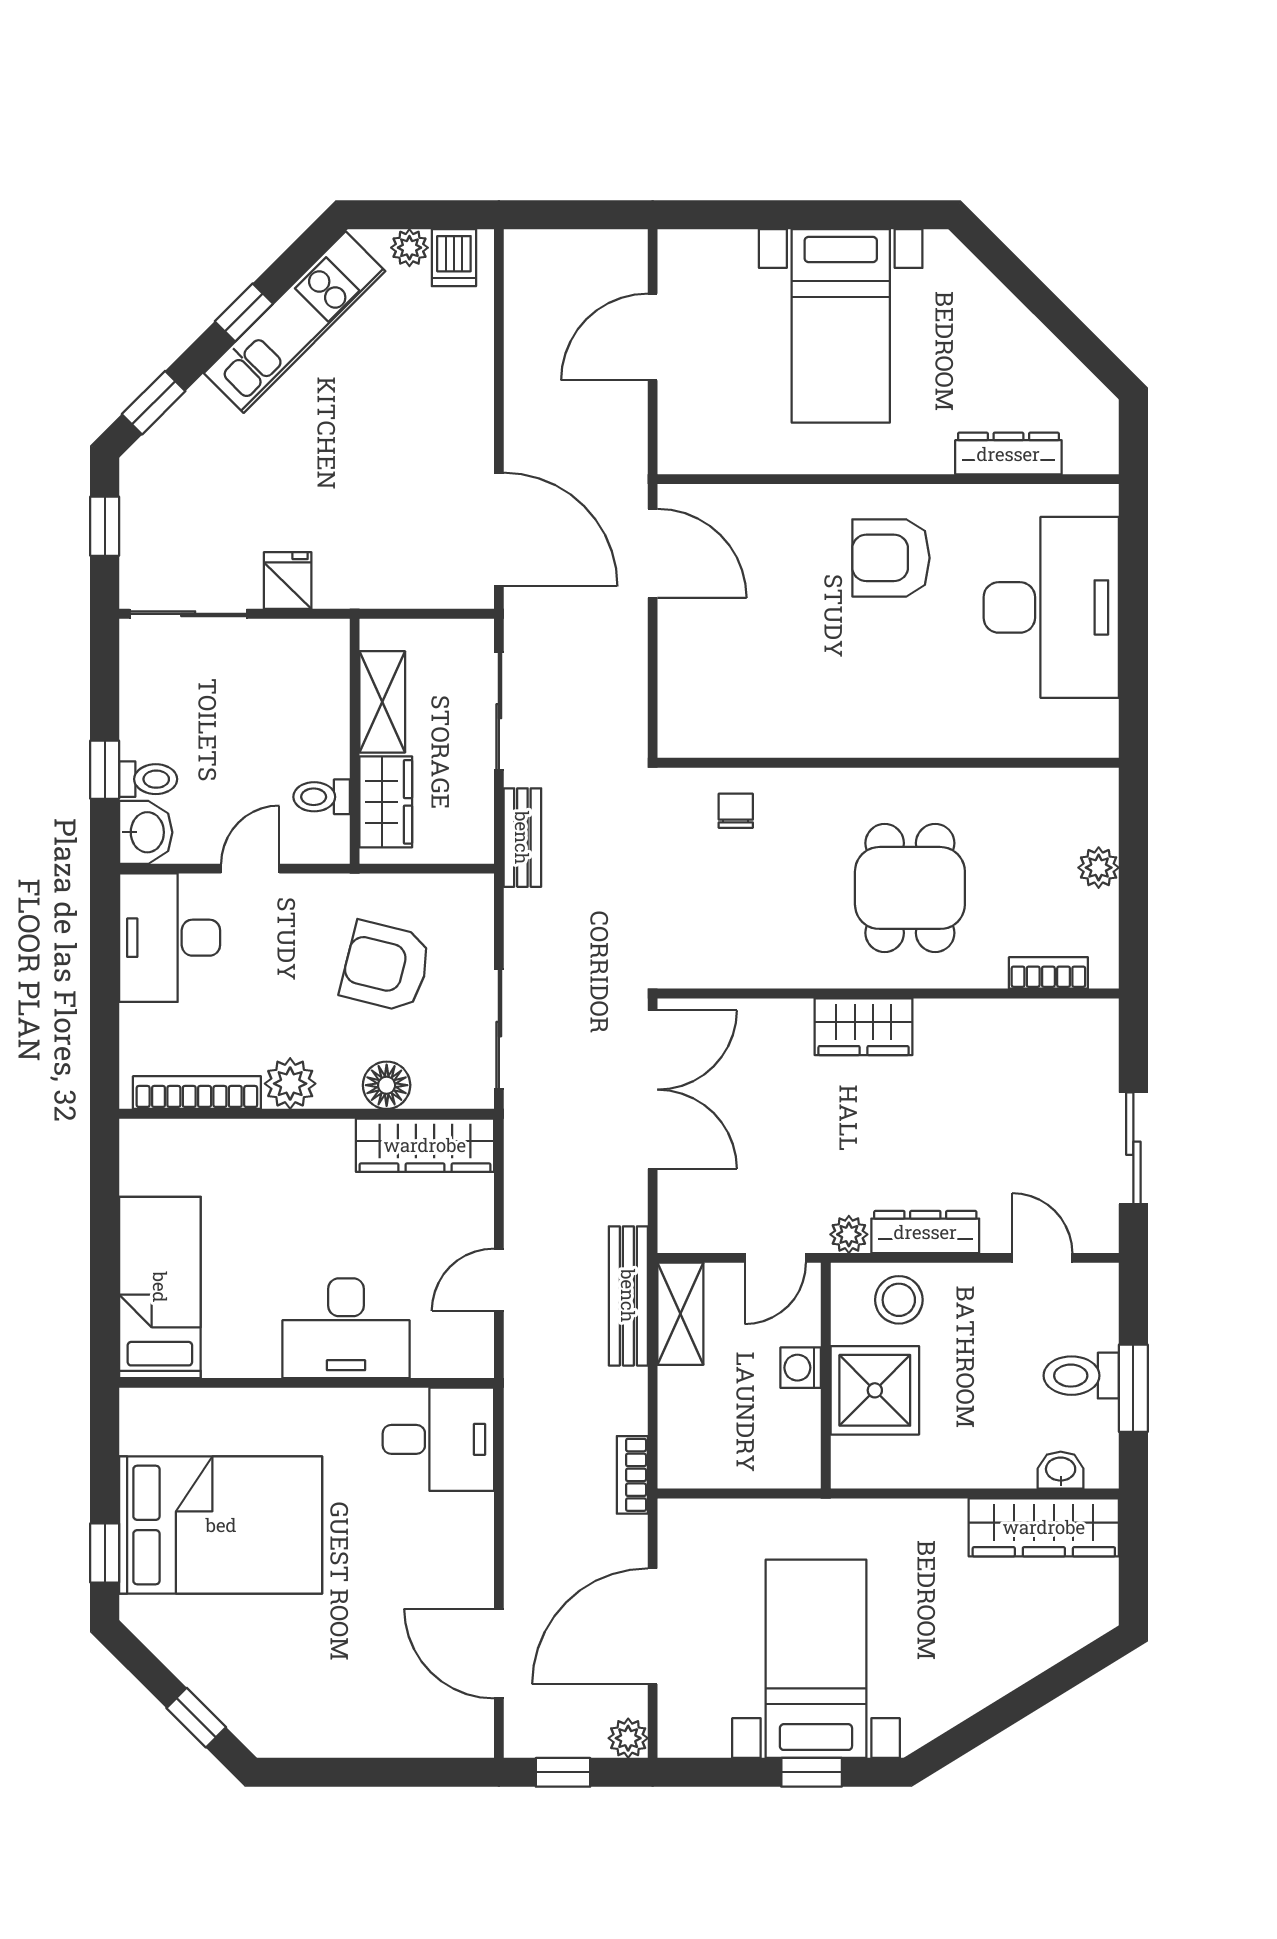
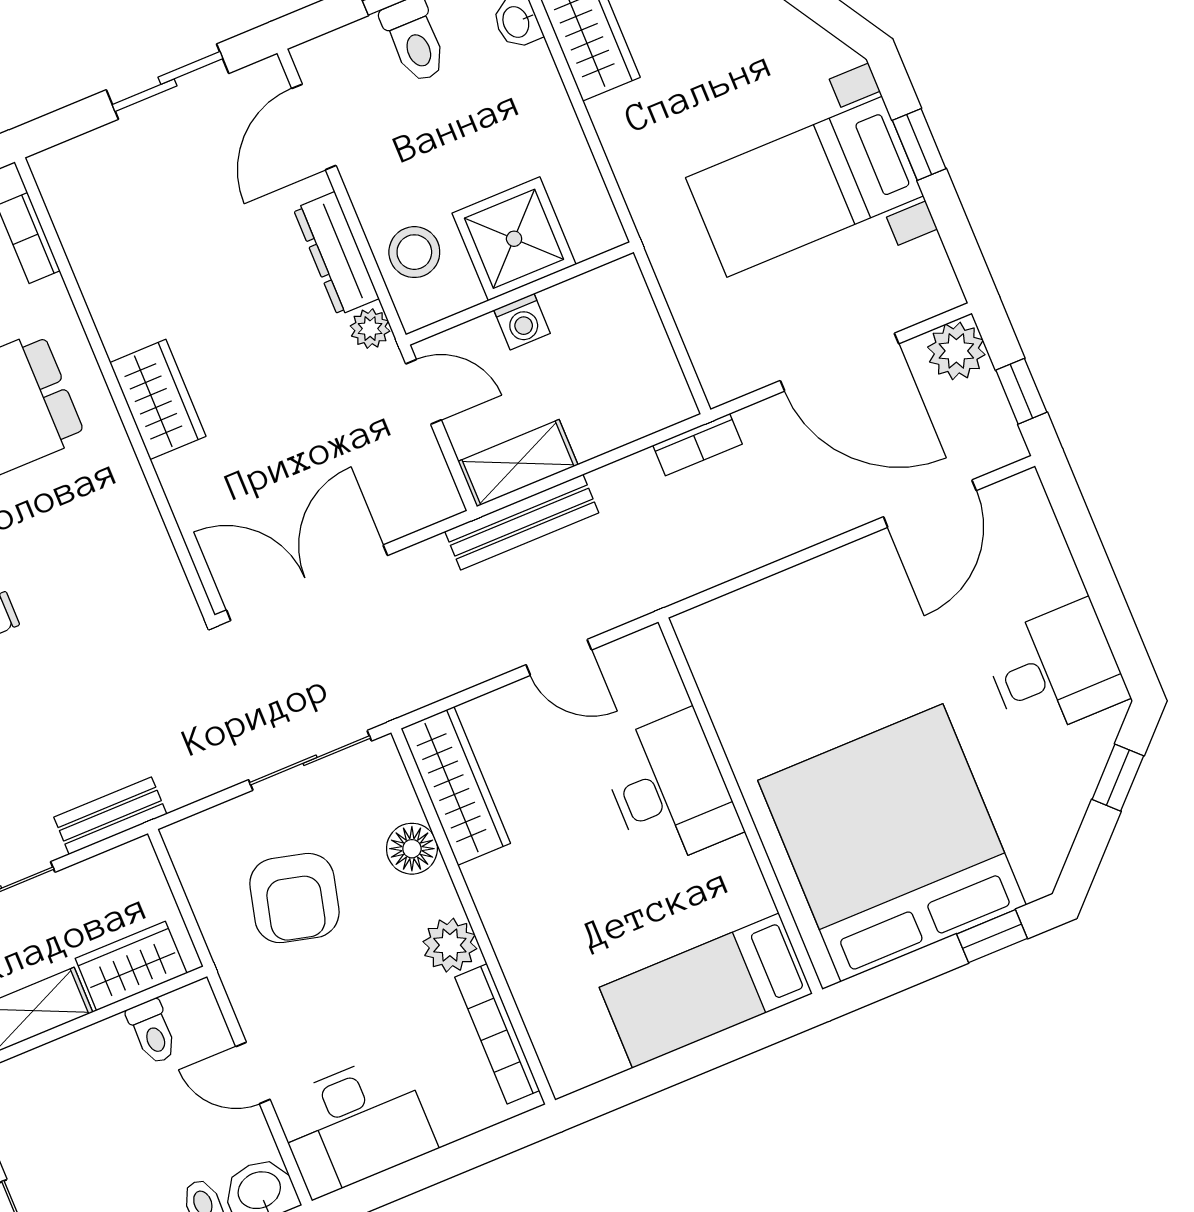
door: (1042, 1258) -> (314, 127), width x1.37
desk: (438, 1439) -> (1055, 670), moved, turned 90
bed: (221, 1525) -> (892, 843), width x1.36
plant: (628, 1738) -> (956, 351), width x1.38, depth x1.38

